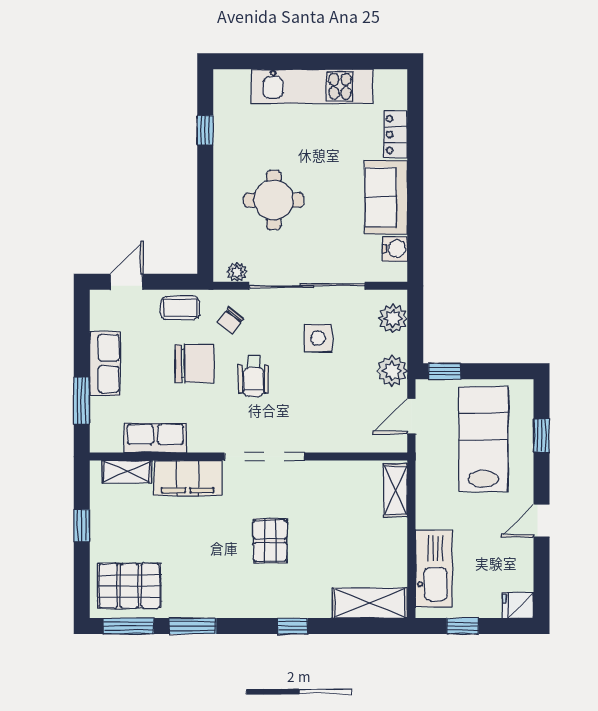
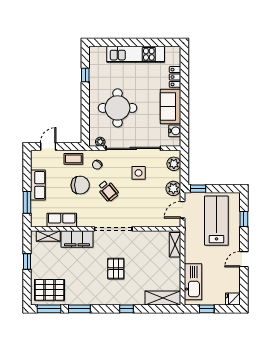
round table: (274, 200) -> (118, 108), width x1.36, depth x1.36
wheelchair: (254, 376) -> (108, 191), turned -39

